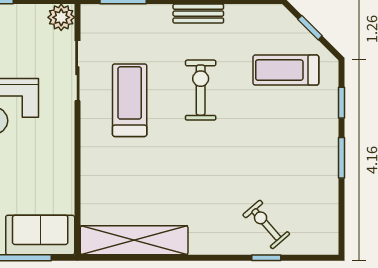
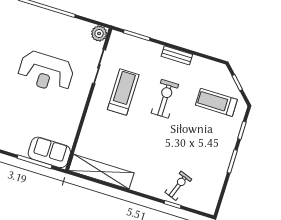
exercise bike: (266, 224) -> (178, 186), turned 61

